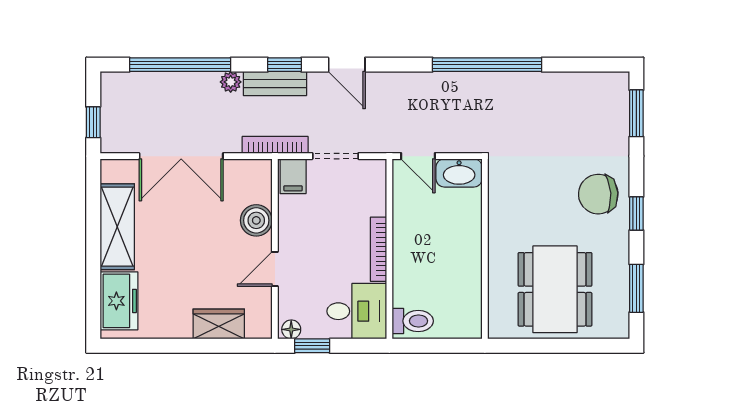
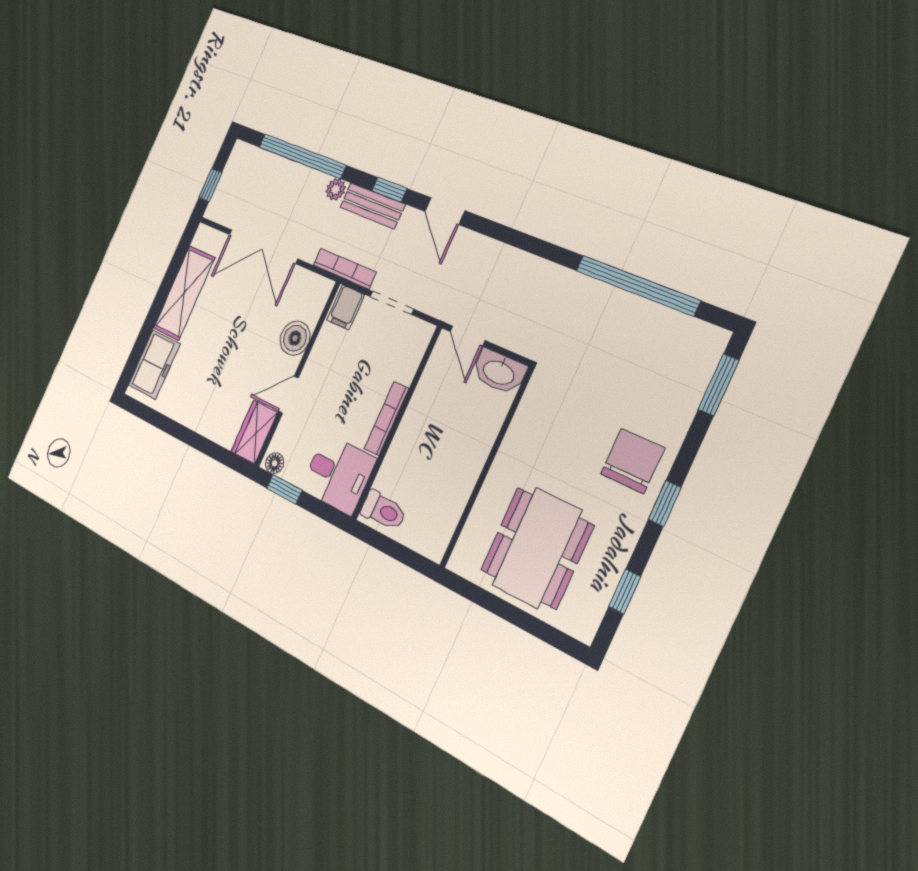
window: (487, 65) -> (637, 285), moved
chair: (598, 194) -> (632, 461), turned 94
window: (636, 288) -> (625, 592), width x0.67
wardrobe: (219, 324) -> (254, 432), moved, turned -90

